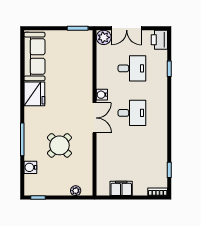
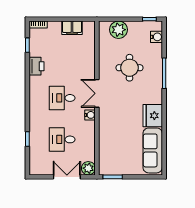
printer: (159, 40) -> (36, 66), moved
round table: (59, 145) -> (129, 68), turned 45
water cooler: (30, 167) -> (156, 37), moved
plant: (76, 191) -> (119, 30), width x1.87, depth x1.87

